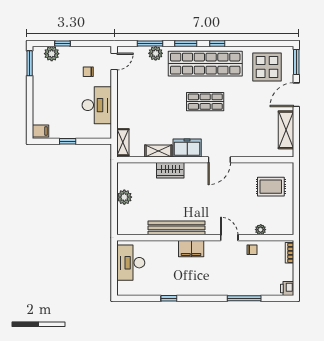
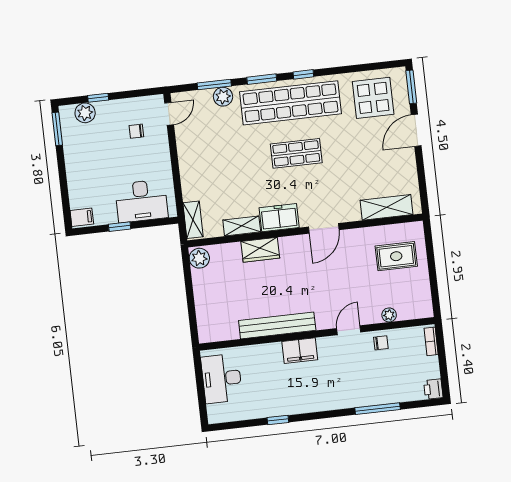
desk: (97, 105) -> (141, 201), moved, turned 90
shelving: (286, 130) -> (386, 207), moved, turned 90
plant: (124, 197) -> (199, 258), moved
door: (229, 238) -> (349, 330), hinge flipped

